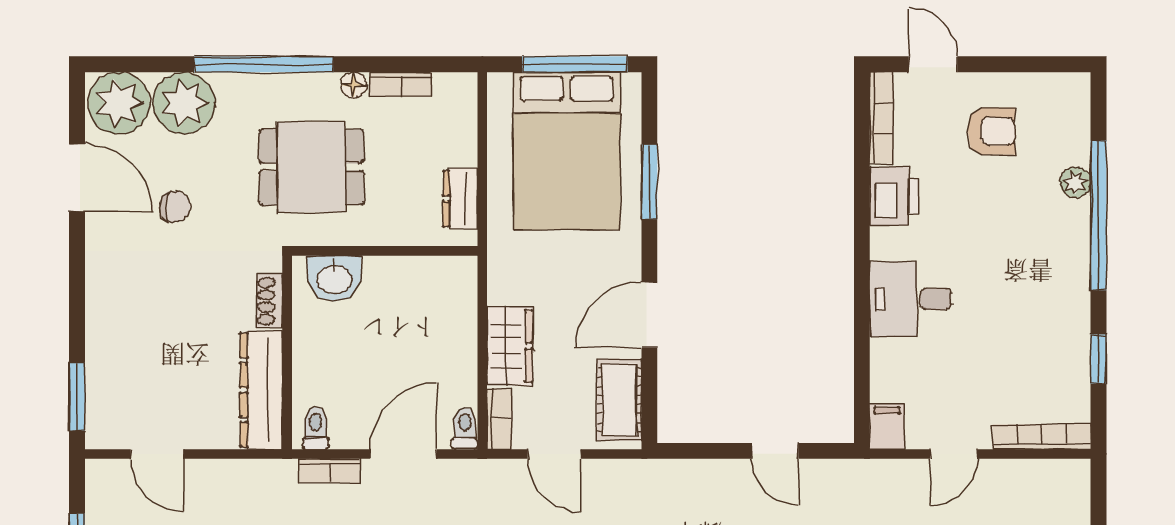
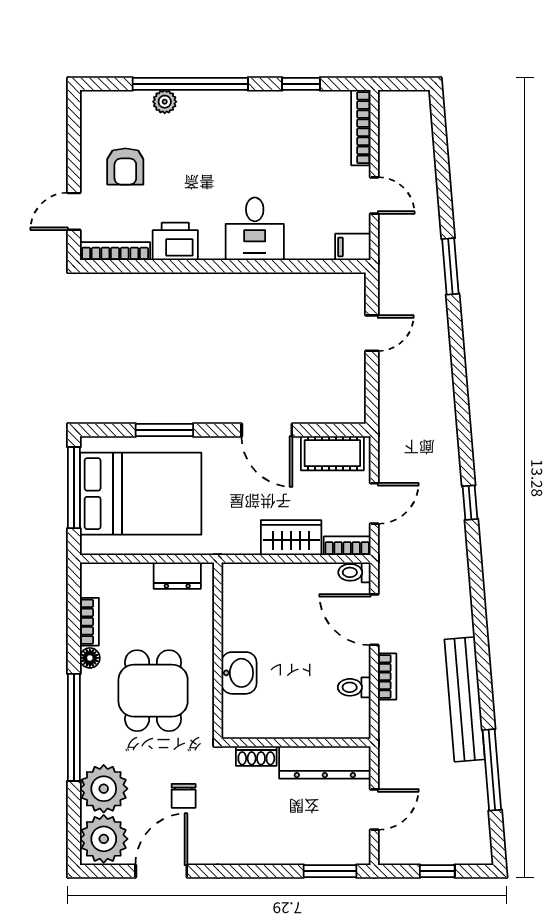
armchair: (991, 131) -> (125, 166), turned 180
chair: (175, 207) -> (184, 796), turned 180
shoe rack: (270, 301) -> (256, 756), moved
wall: (287, 352) -> (296, 742), moved
dresser: (261, 390) -> (325, 762), moved

